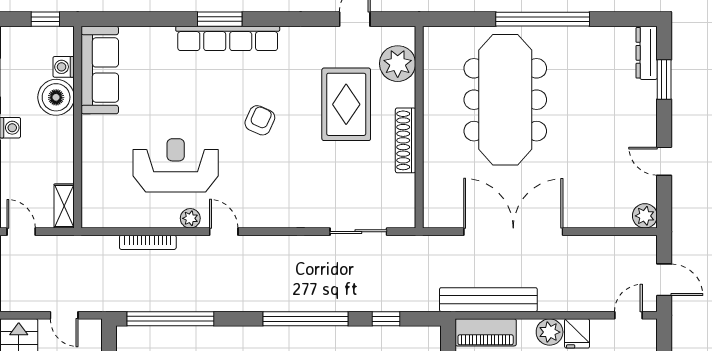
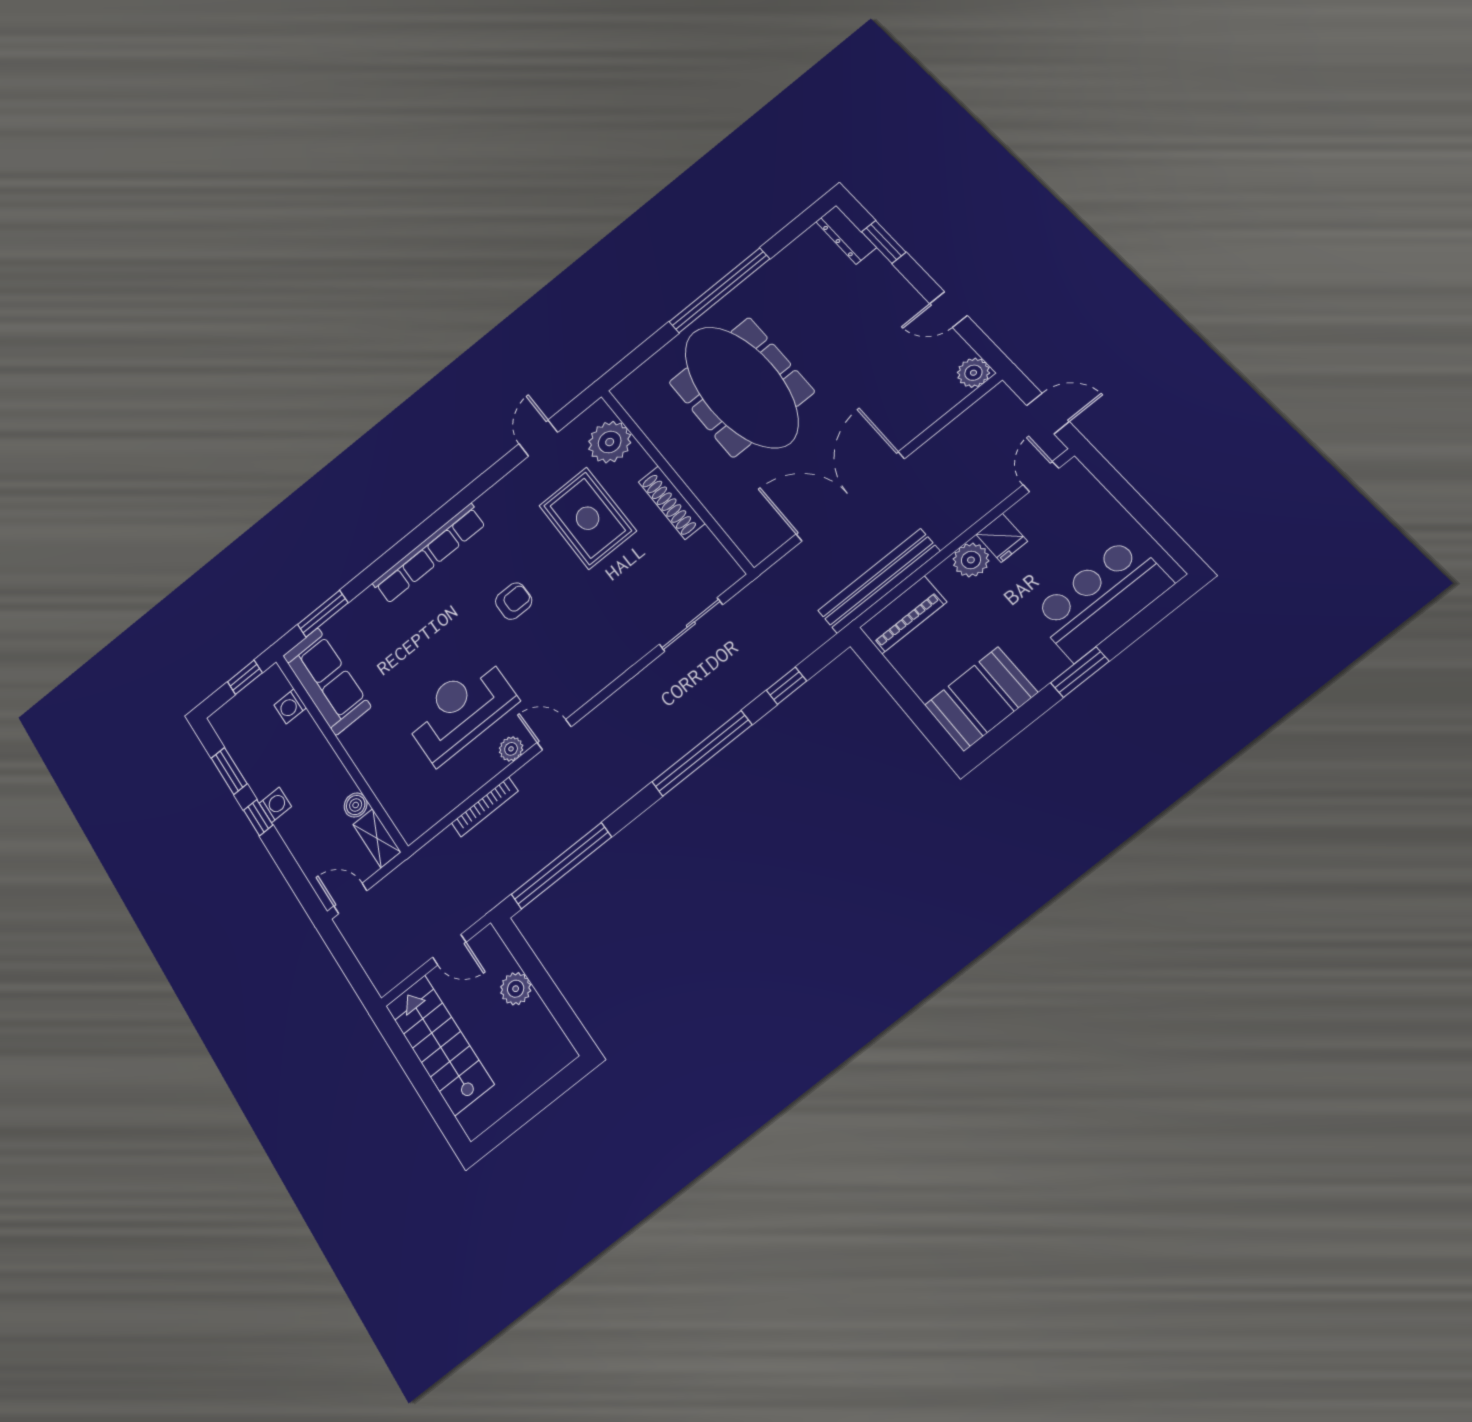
window: (220, 19) -> (323, 614), moved
boiler: (56, 97) -> (356, 805), moved, width x0.54, depth x0.54
armchair: (260, 120) -> (514, 601), turned 66

